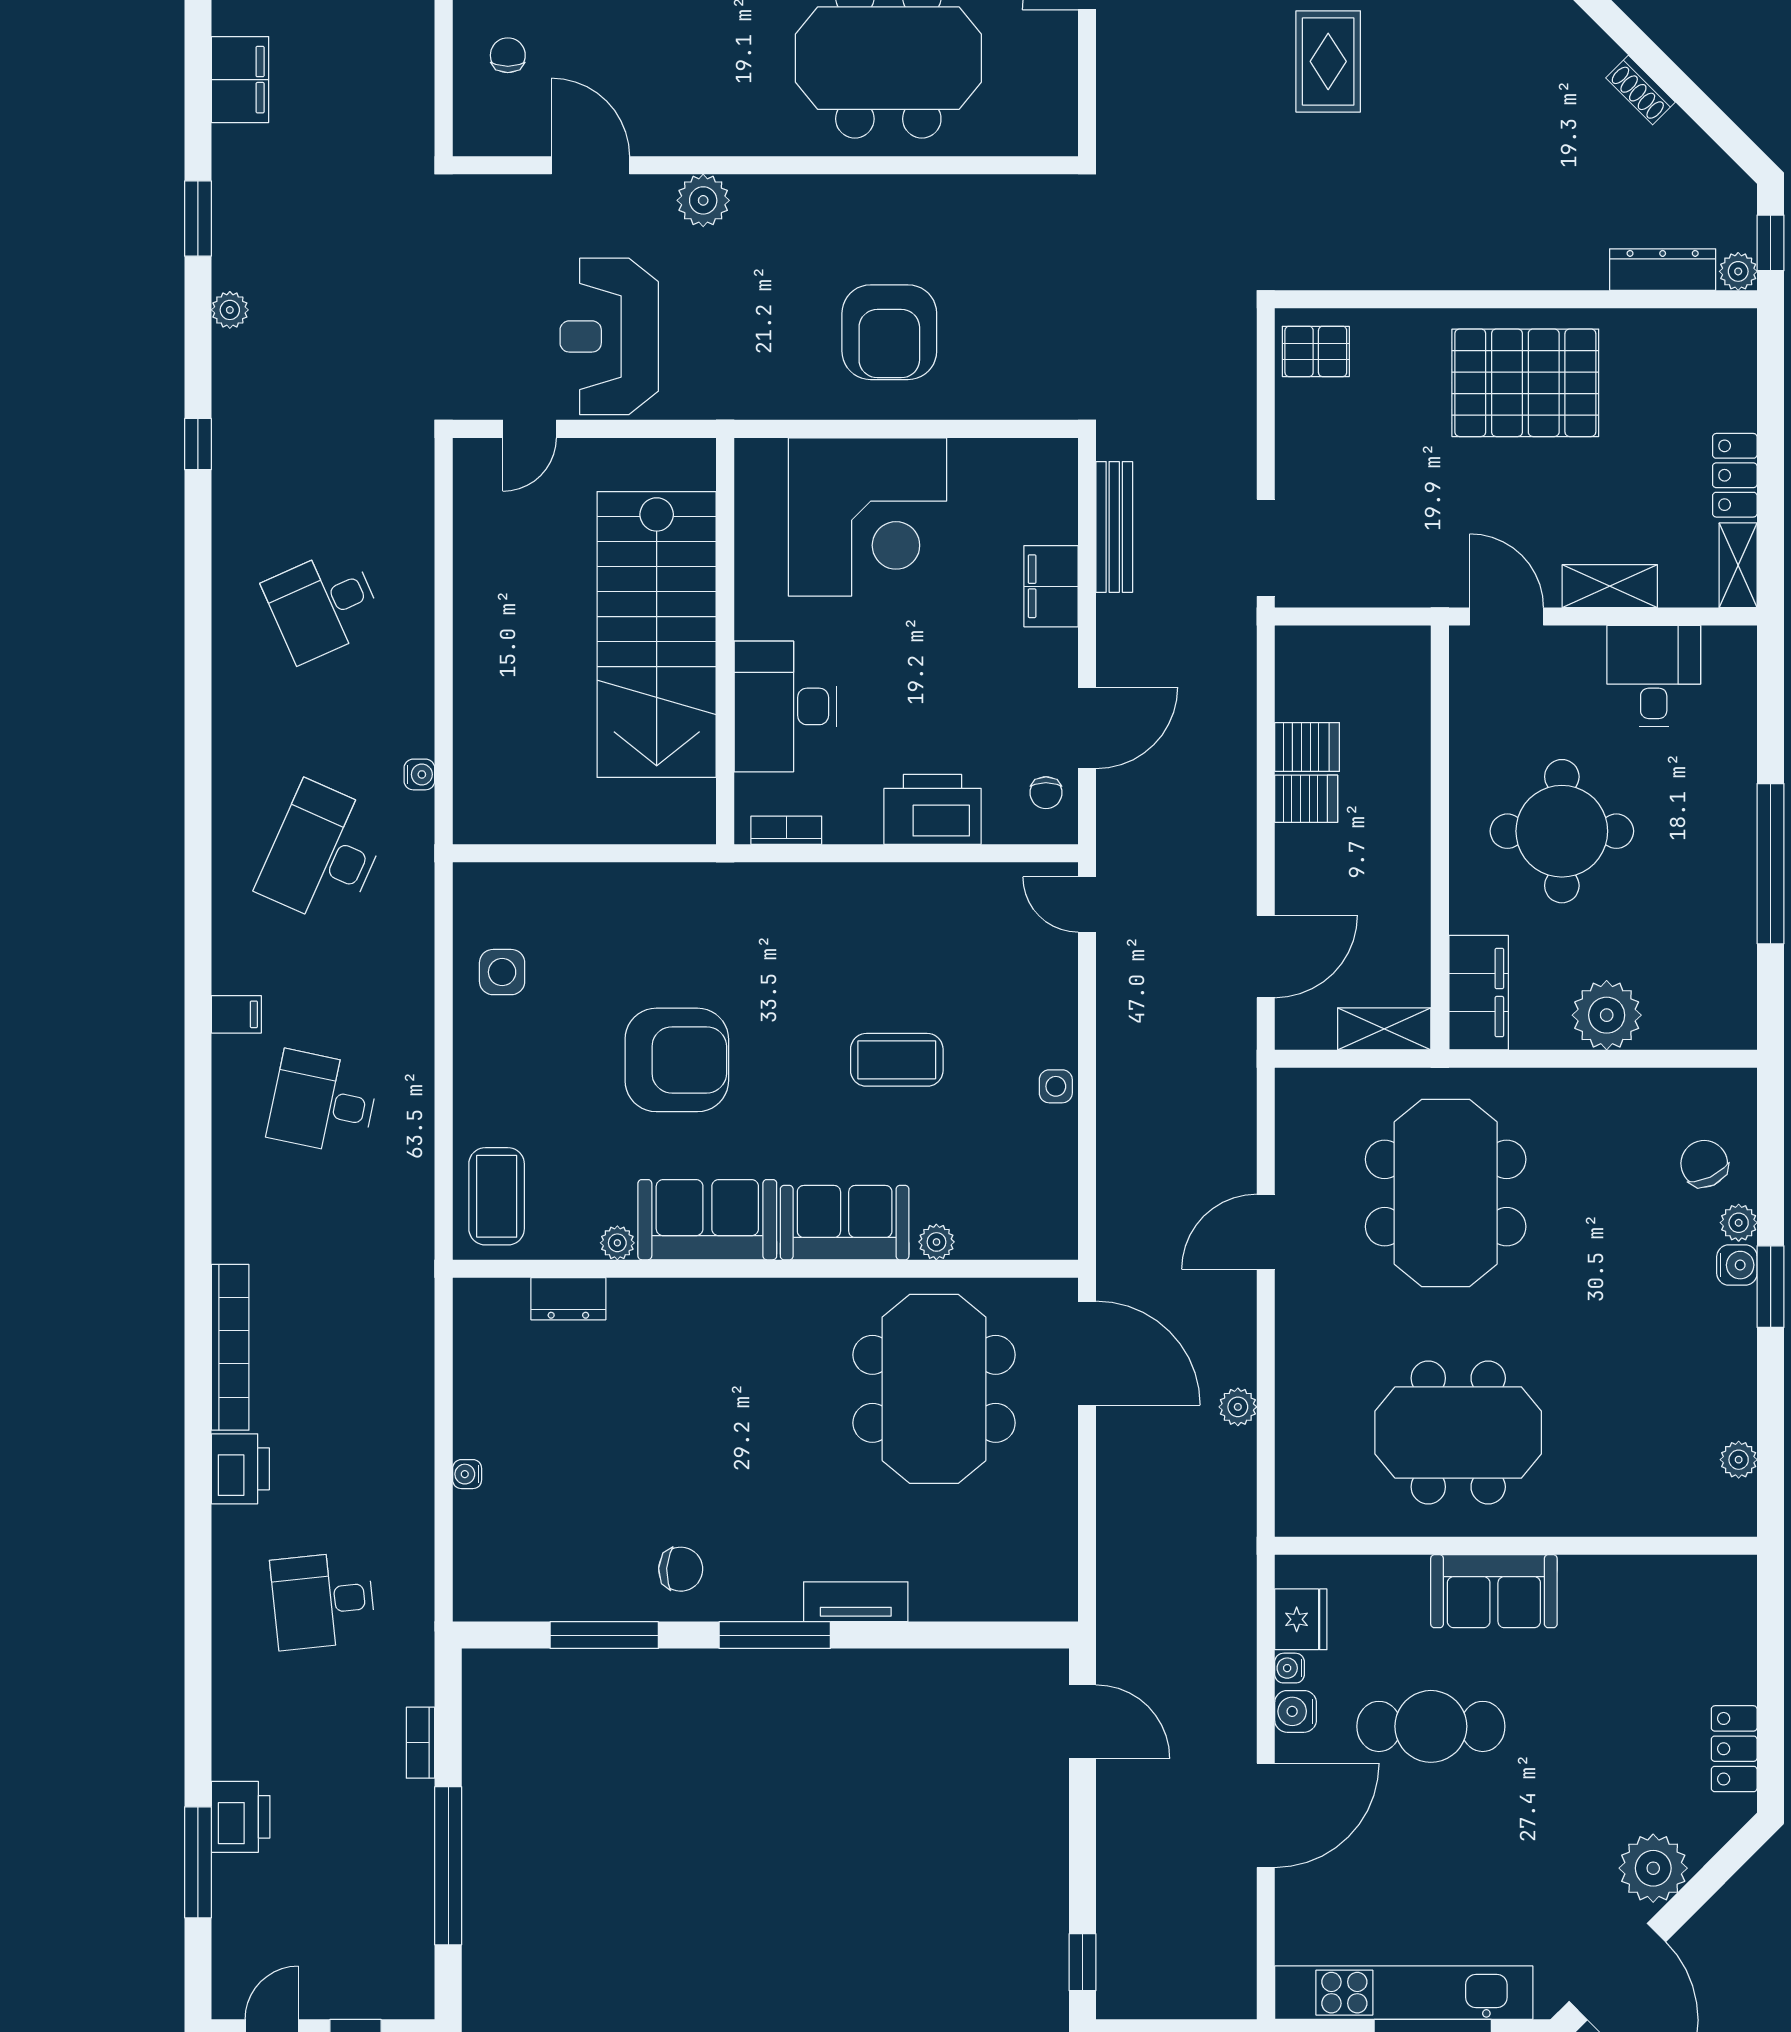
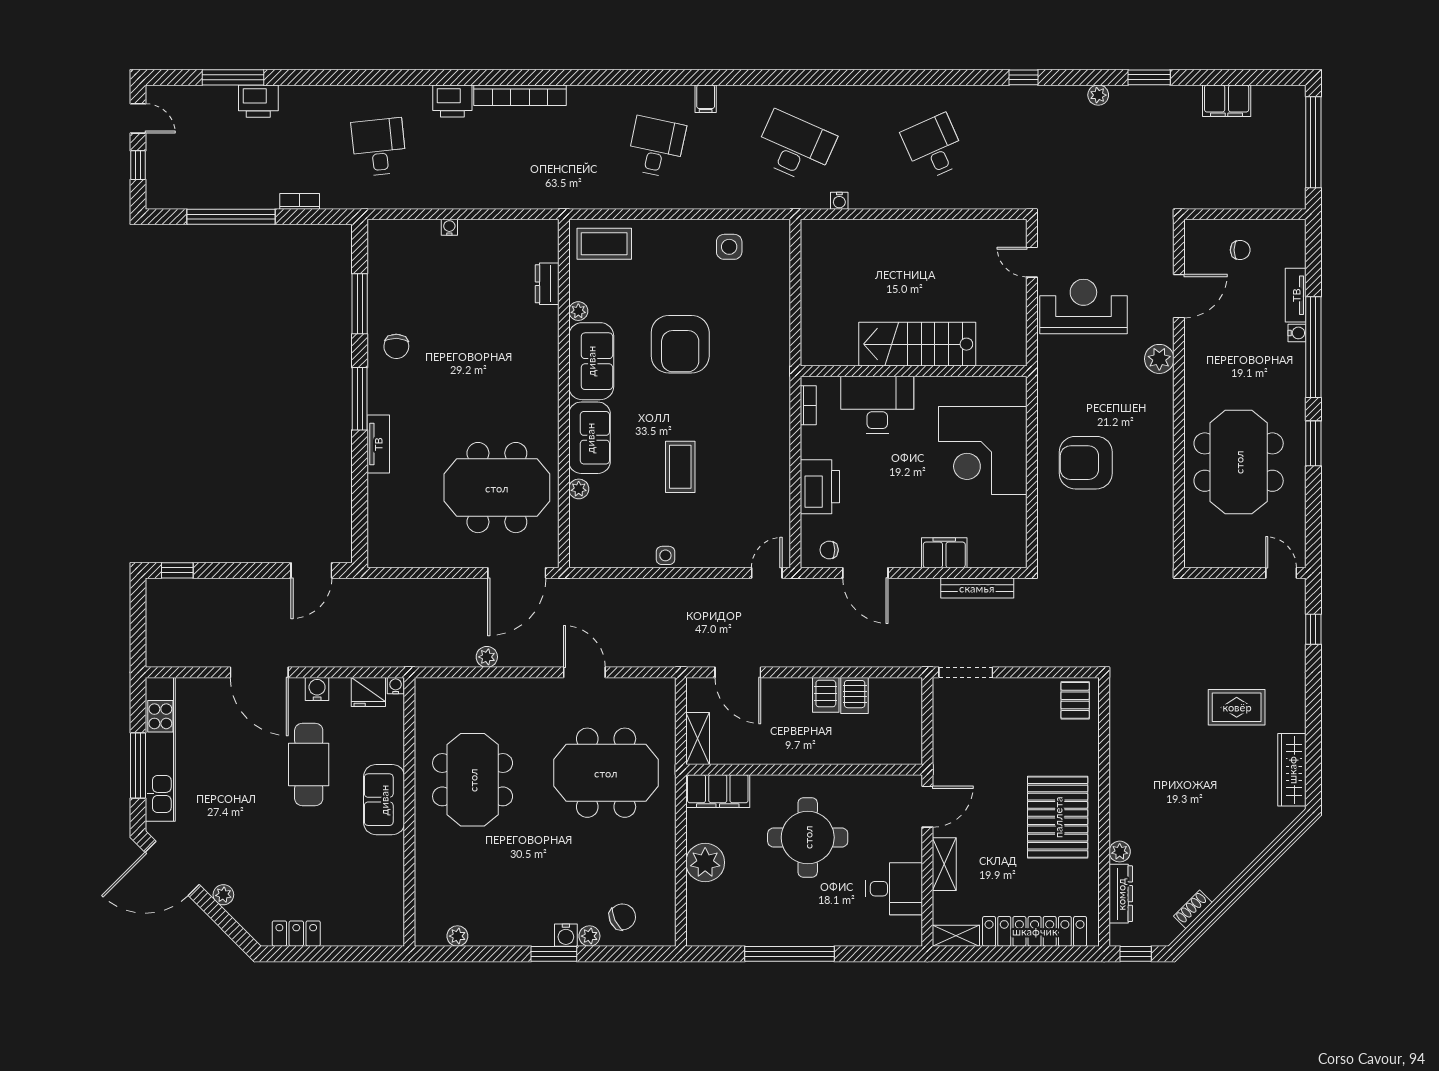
shoe rack: (1641, 90) -> (1193, 909), moved
plant: (1738, 271) -> (1120, 852), moved
locker: (1735, 475) -> (1035, 931), width x2.16, depth x1.21
stairs: (657, 634) -> (917, 344), width x0.73, depth x0.66
water cooler: (1290, 1668) -> (396, 686), moved
plant: (1653, 1868) -> (223, 895), width x0.53, depth x0.53

